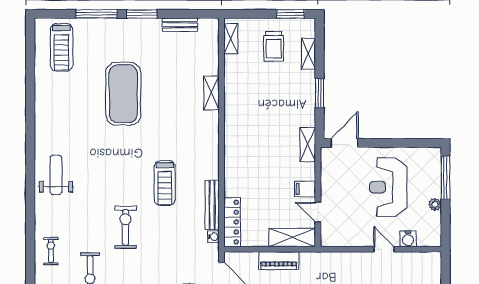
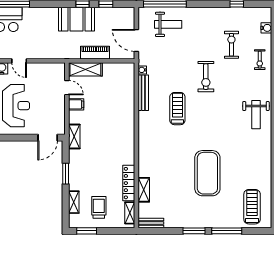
bench: (180, 25) -> (151, 223), moved
shelving: (211, 93) -> (144, 190), moved
locker: (232, 222) -> (129, 183), moved

